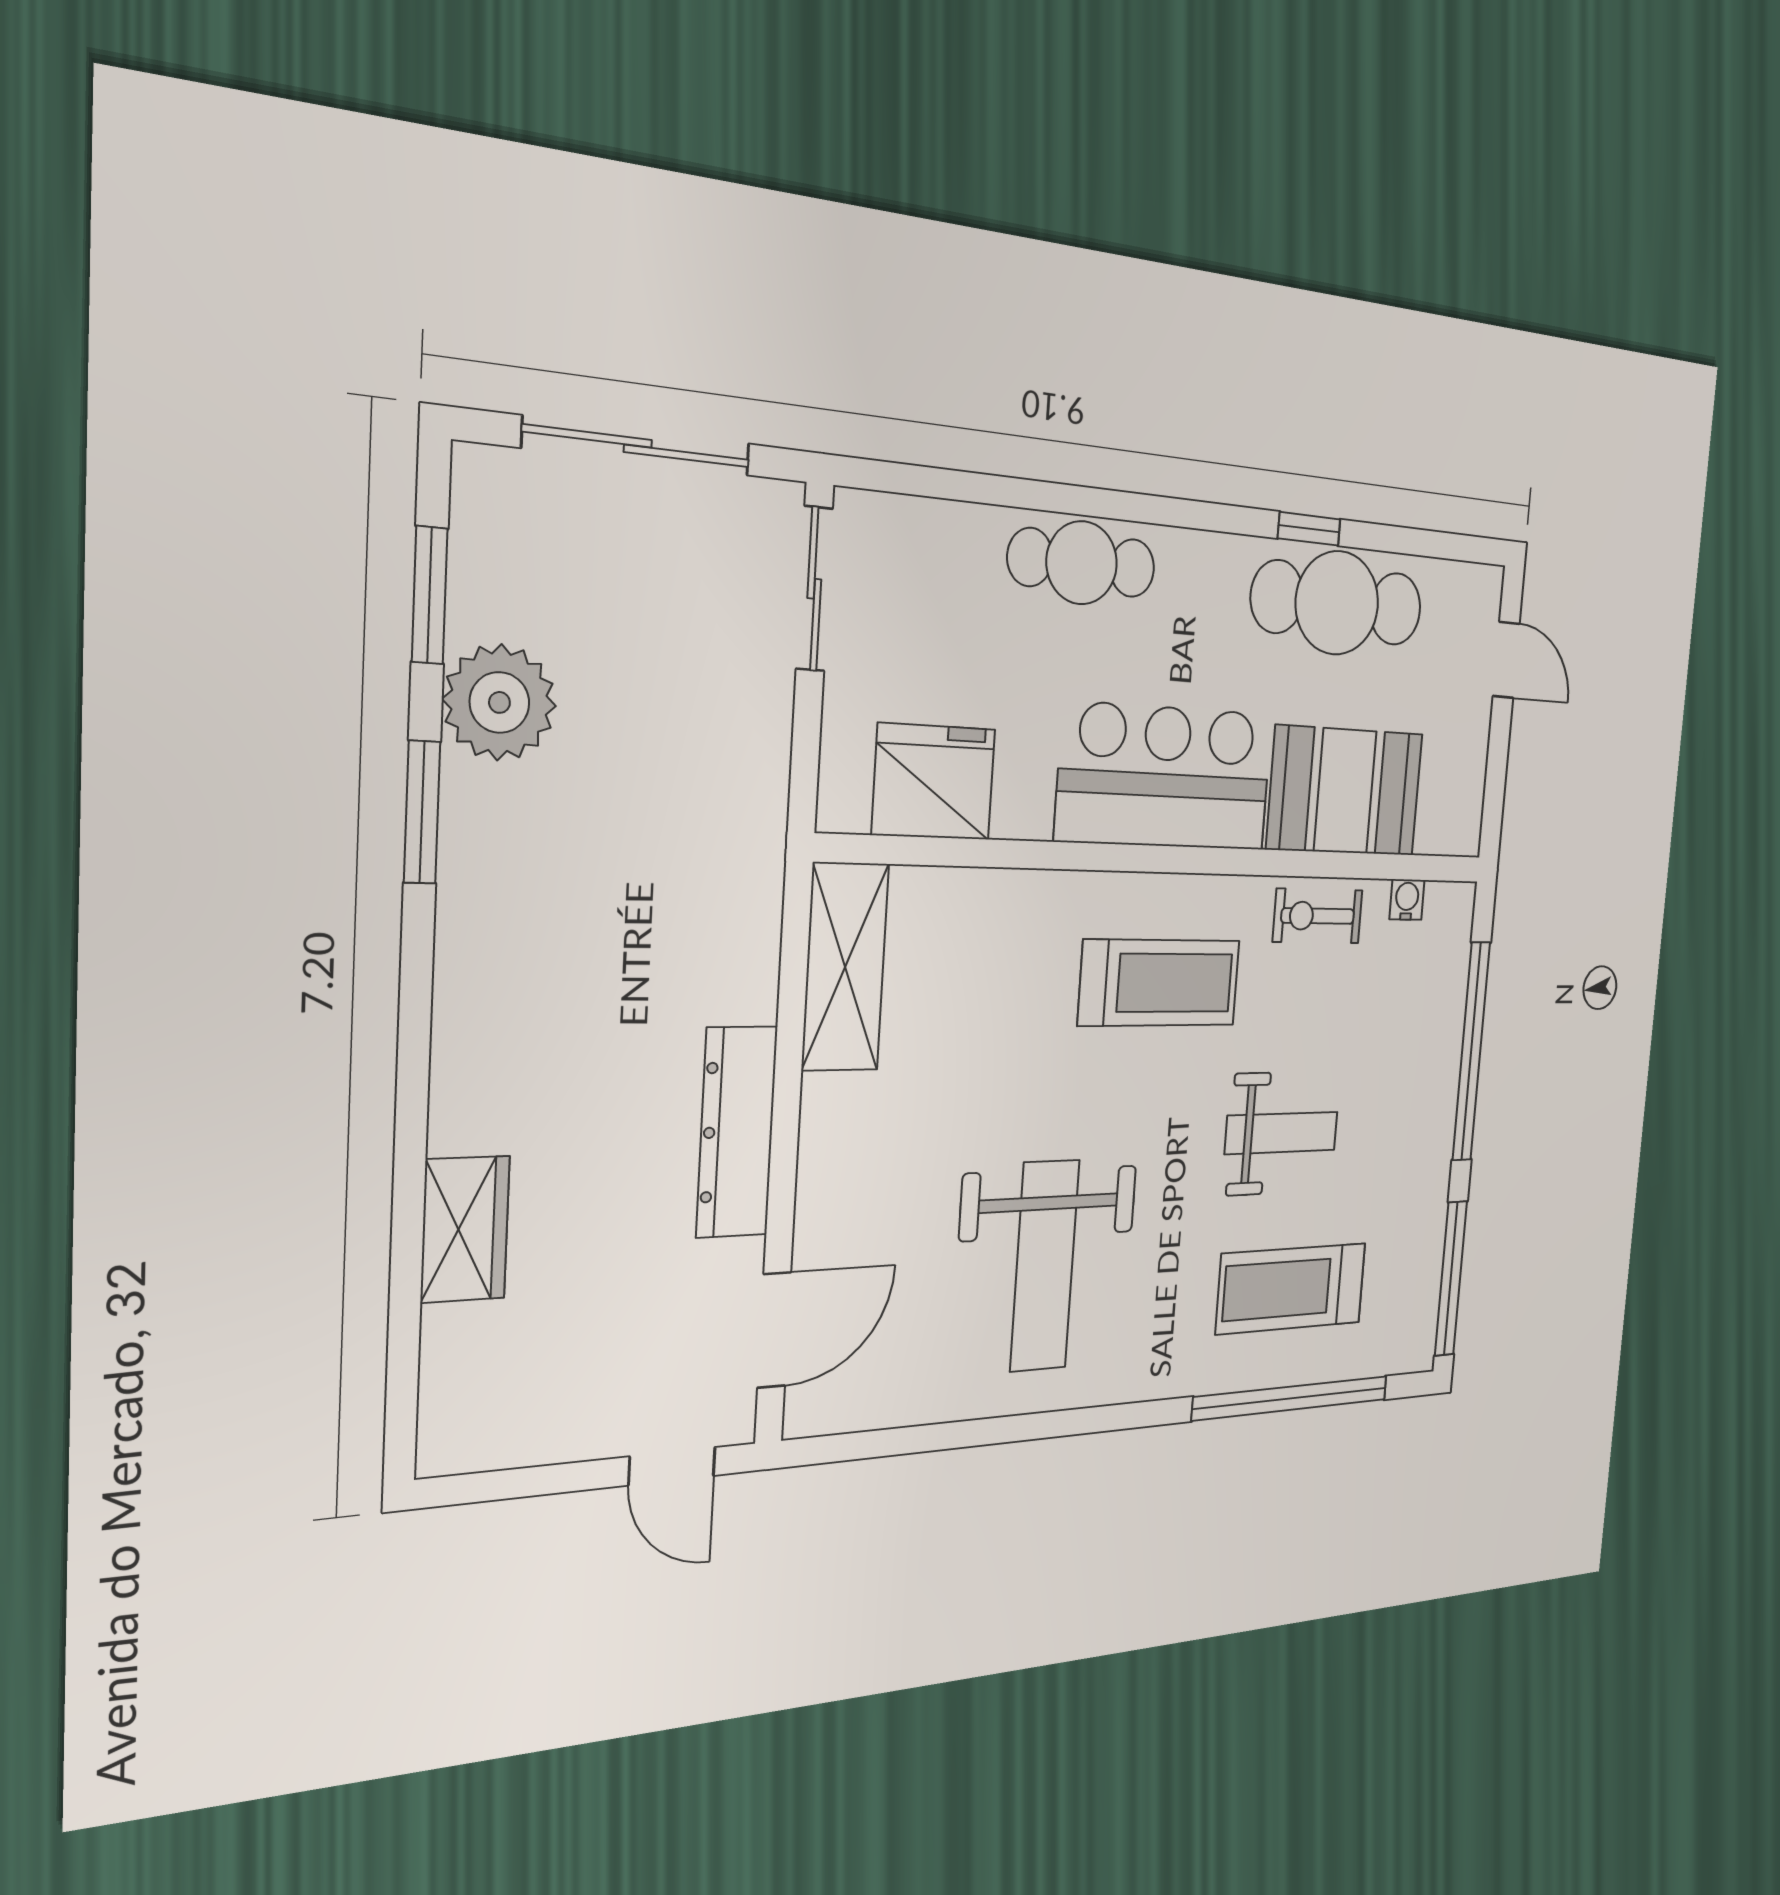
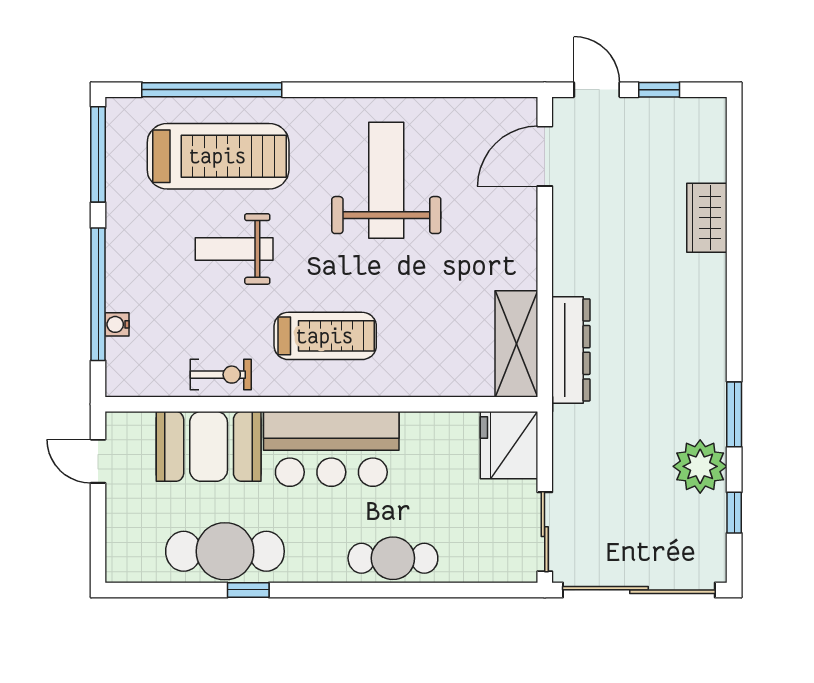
sliding door: (638, 446) -> (639, 590), width x1.36
window: (430, 595) -> (734, 513), width x0.67
door: (1506, 660) -> (98, 461), moved
fridge: (934, 782) -> (509, 445), moved, turned 90
water cooler: (1407, 900) -> (117, 324), moved, turned 90
treadmill: (1159, 983) -> (325, 336), turned 180
dresser: (737, 1132) -> (571, 350), moved
treadmill: (1291, 1289) -> (218, 156), width x1.37, depth x1.38
window: (552, 1479) -> (659, 90), added

